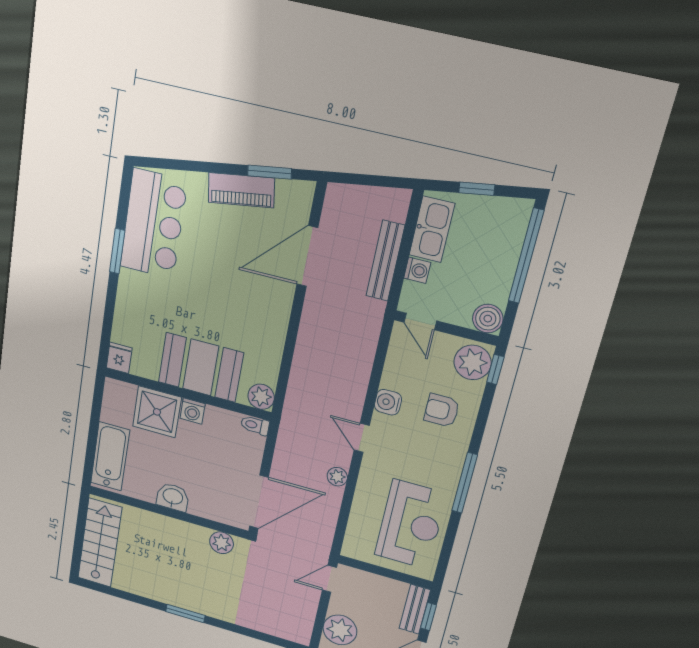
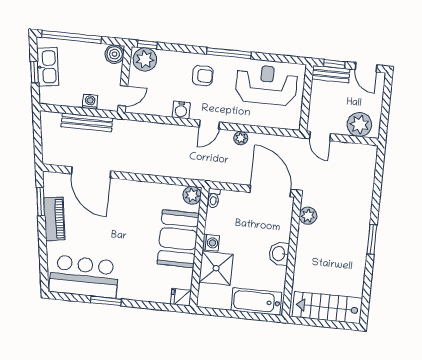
kitchen sink: (432, 229) -> (48, 67), moved, turned 81
armchair: (442, 410) -> (203, 76), moved, turned -90

